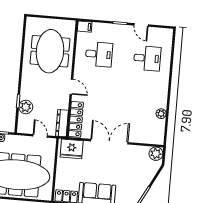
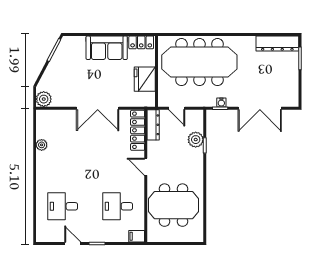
meeting table: (50, 51) -> (173, 205), turned 90
fridge: (72, 149) -> (145, 79), moved, turned -90

